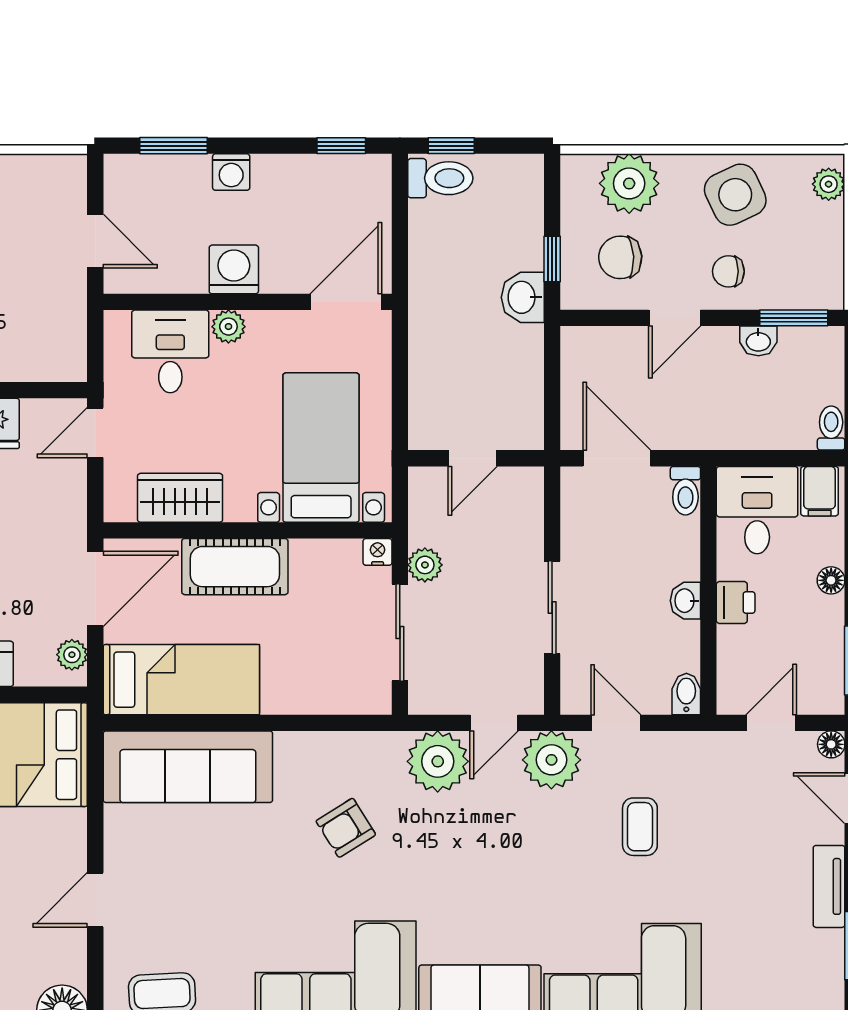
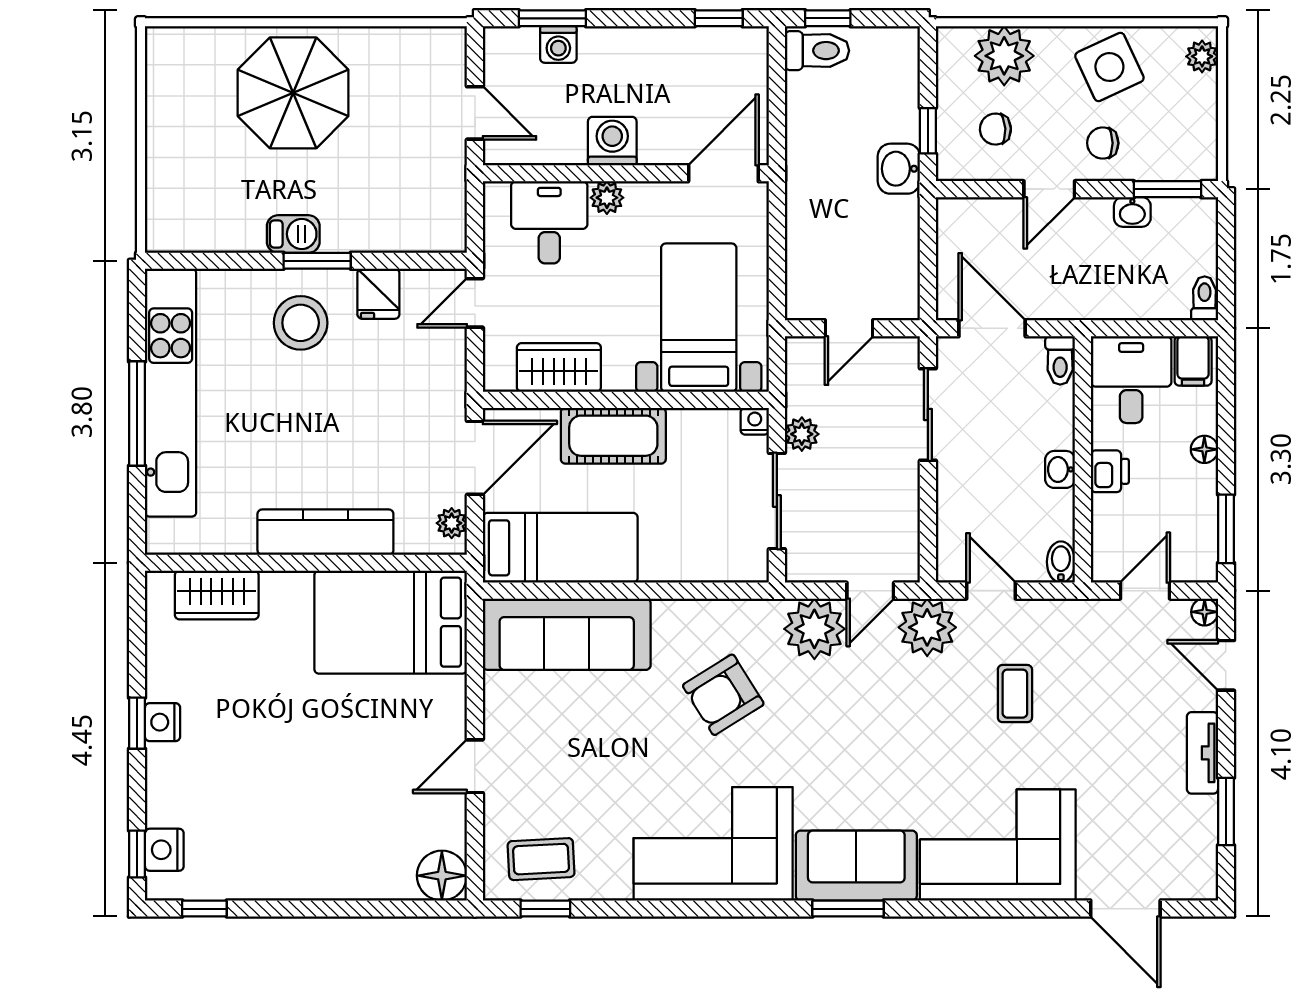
washing machine: (231, 172) -> (558, 45), moved
chair: (620, 257) -> (995, 129), width x0.73, depth x0.73
sliding door: (552, 608) -> (928, 414), moved
armchair: (346, 828) -> (723, 695), width x1.38, depth x1.38

